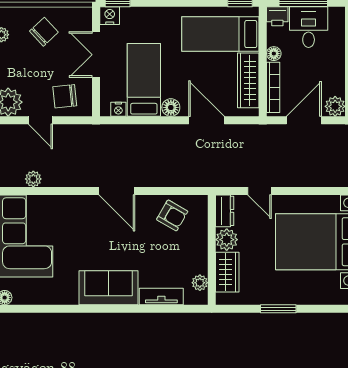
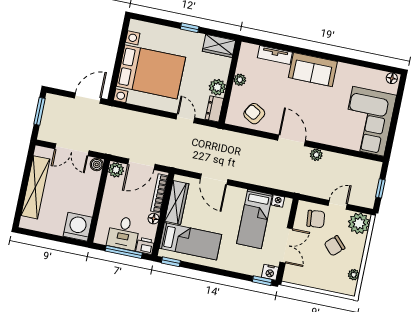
chair: (44, 32) -> (335, 246), moved
floor lamp: (171, 107) -> (239, 194), removed
door: (40, 120) -> (338, 205), hinge flipped
plant: (33, 179) -> (316, 155), moved
wardrobe: (227, 272) -> (219, 46), moved, turned -90
plant: (200, 283) -> (240, 80), moved
window: (278, 309) -> (190, 28), width x0.67

